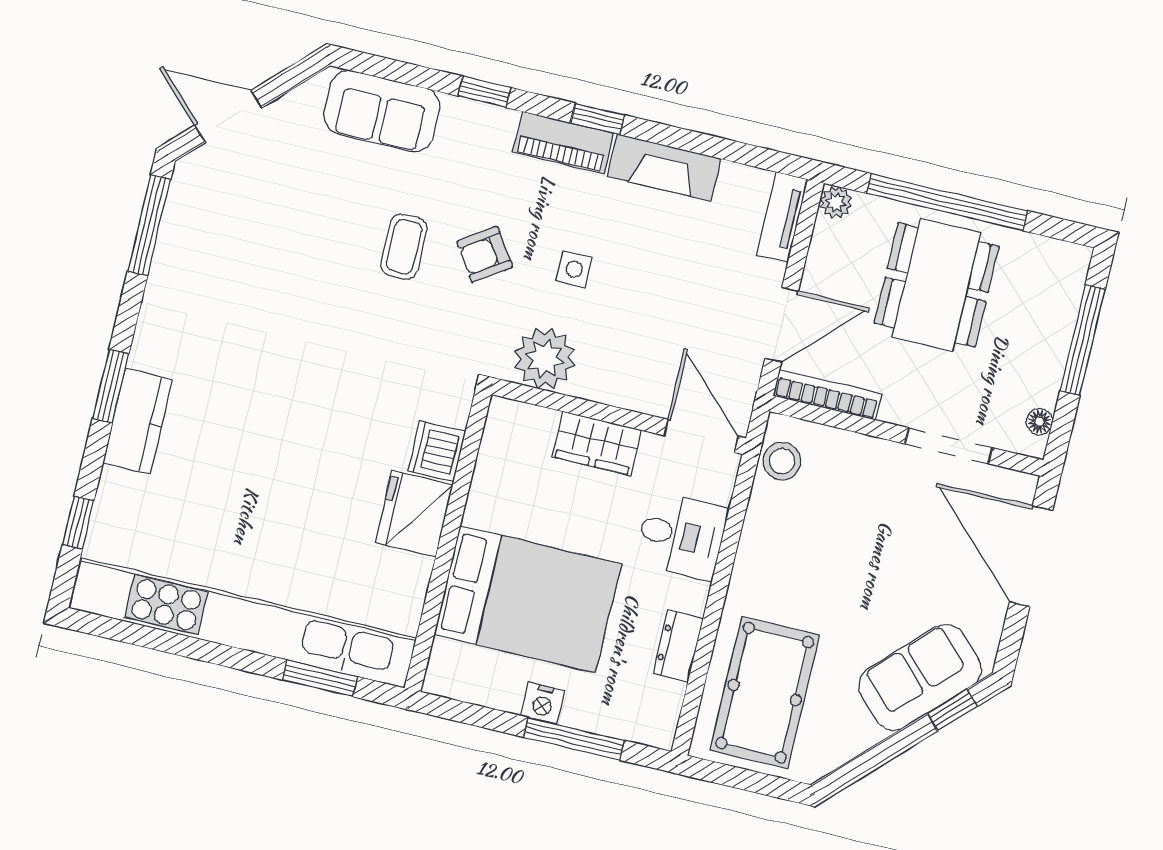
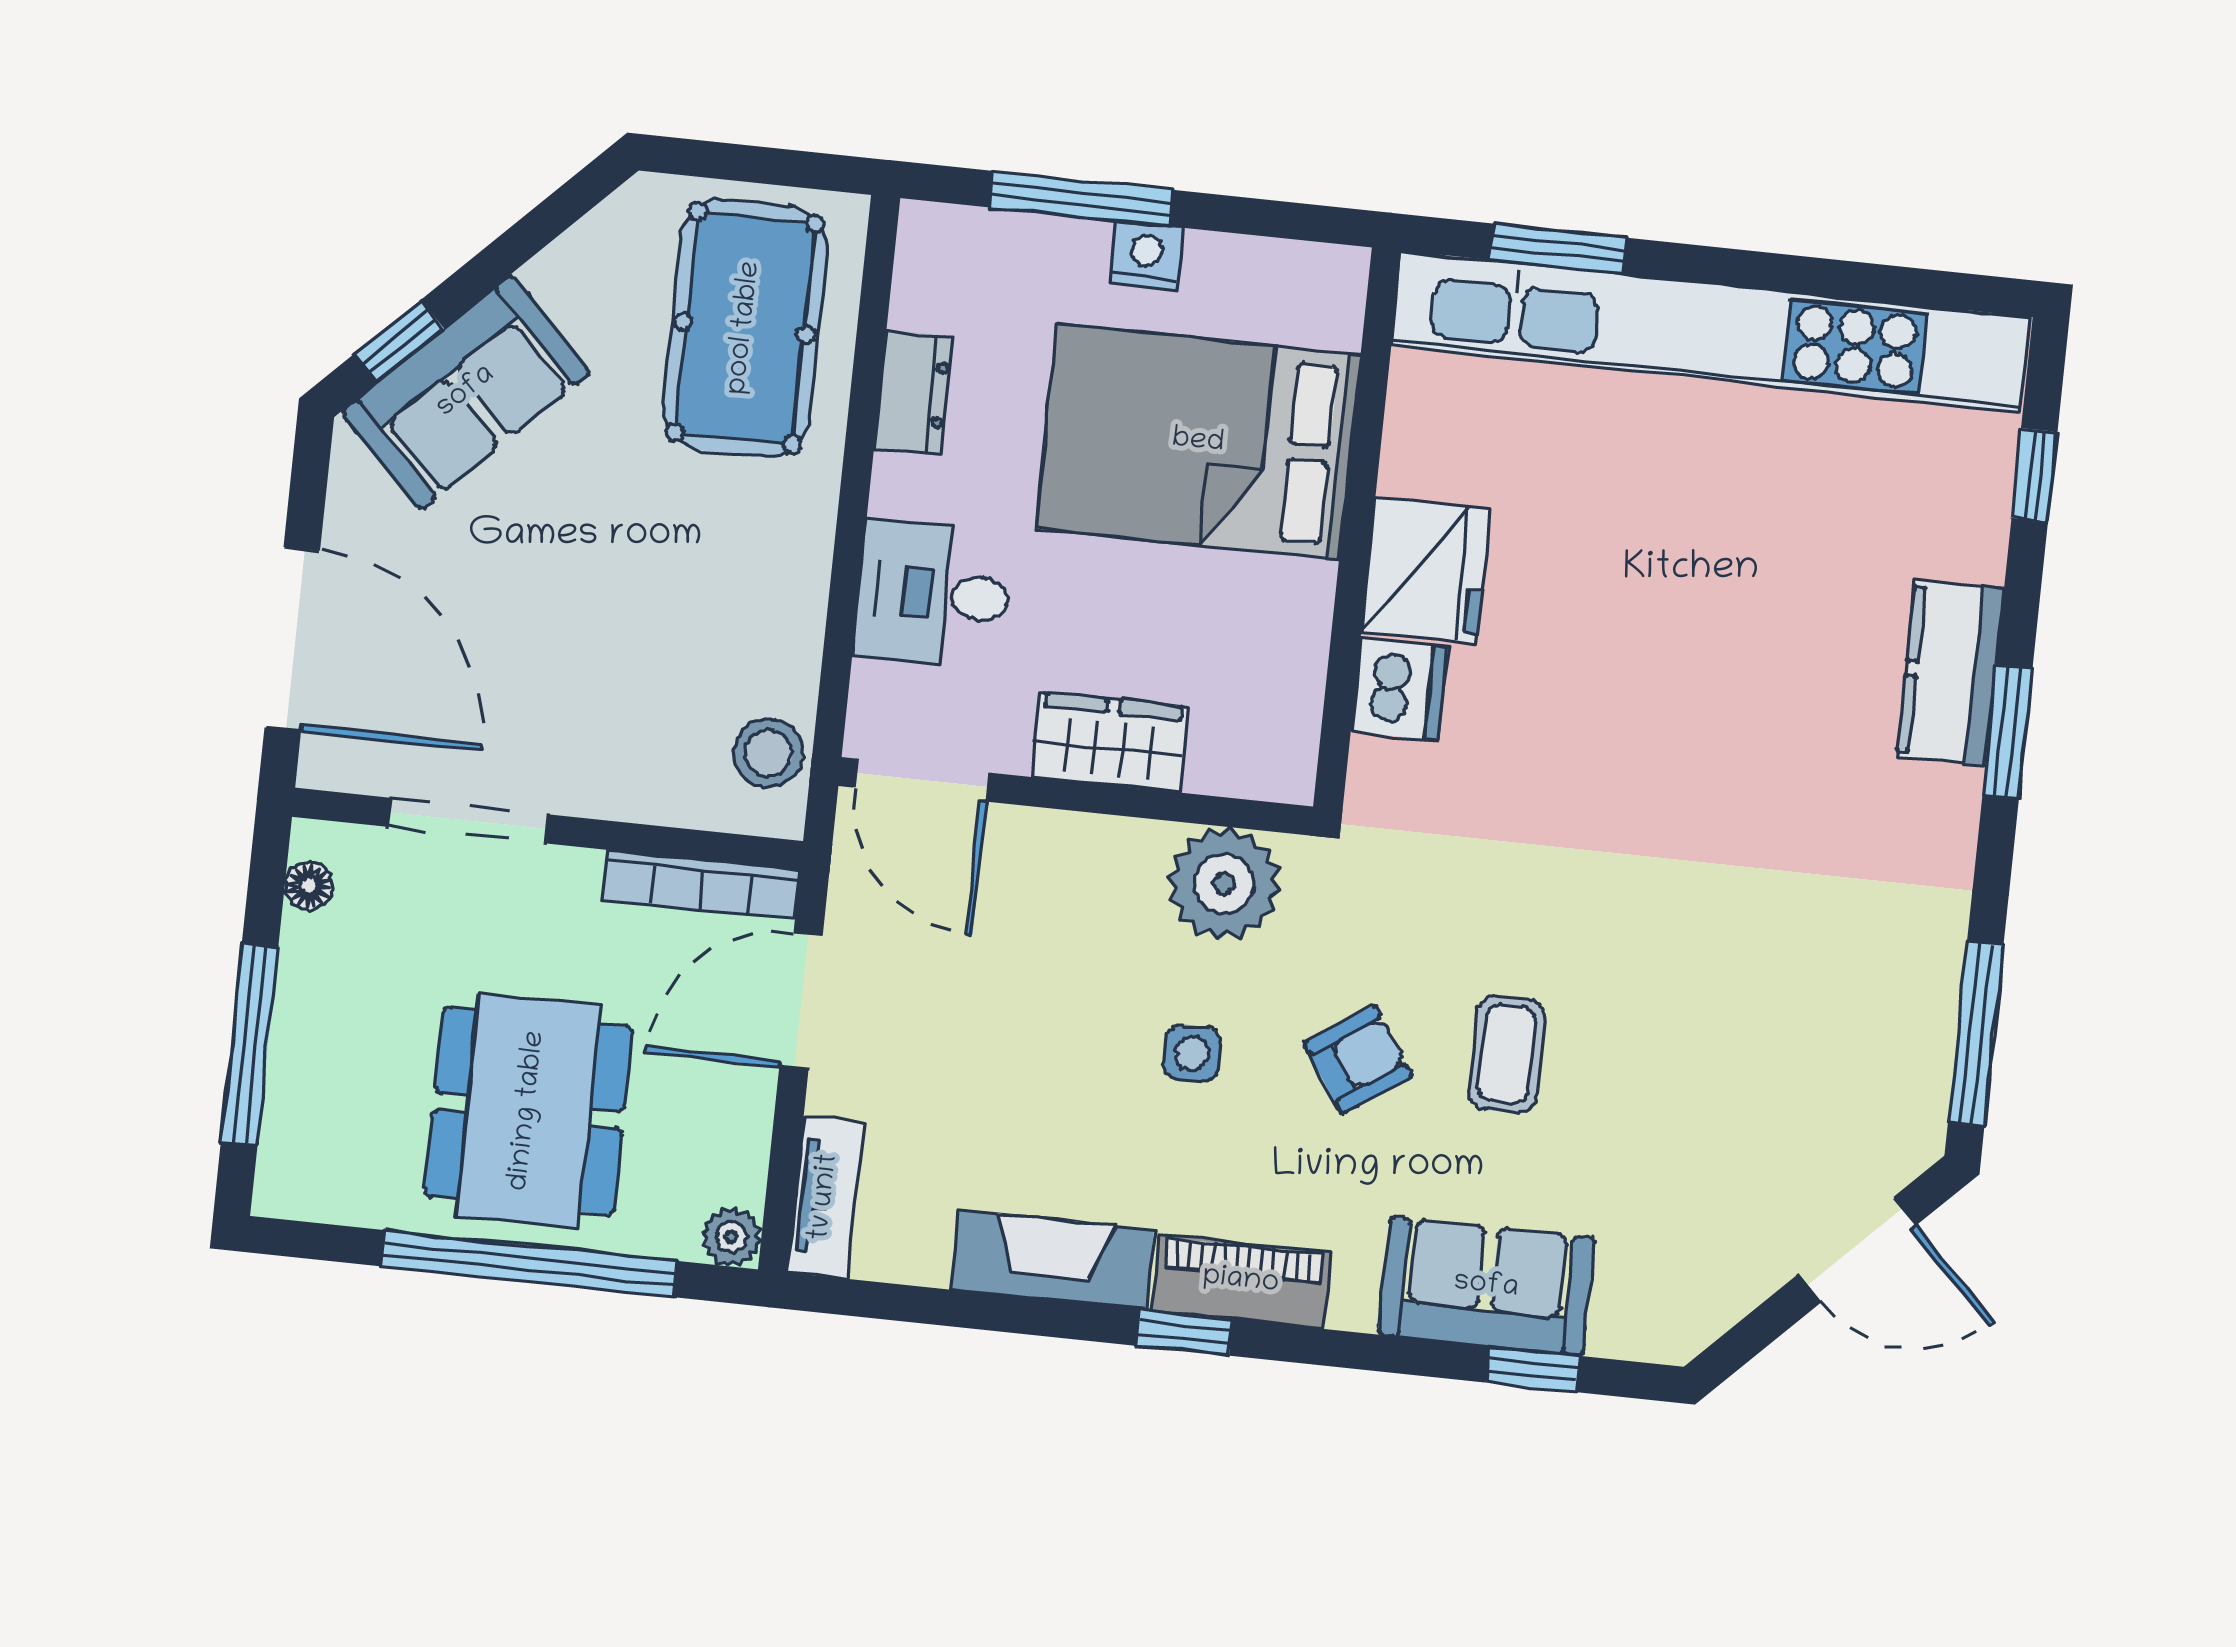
window: (484, 92) -> (1533, 1369), moved
sofa: (382, 111) -> (1486, 1286), moved

